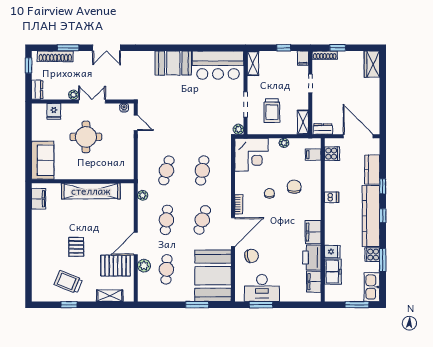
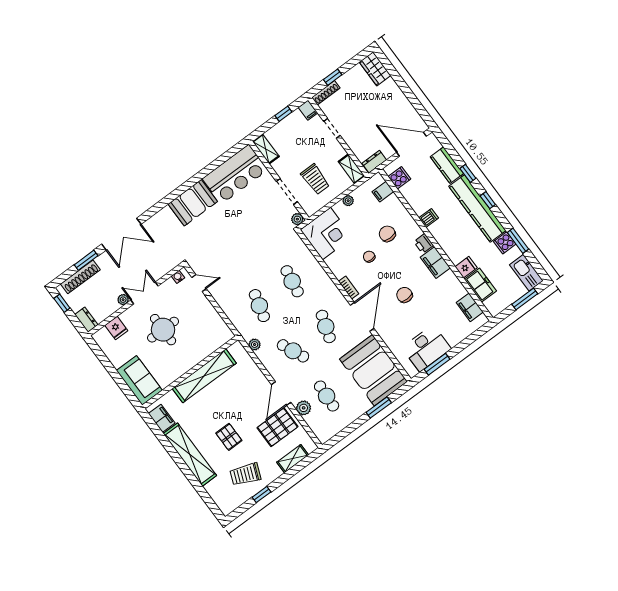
double door: (107, 48) -> (121, 234), width x1.37
cafe table: (166, 220) -> (293, 351), turned -30
shelving: (39, 239) -> (190, 455), added
chair: (252, 256) -> (404, 295), moved, turned -78
printer: (312, 258) -> (424, 243), moved, width x0.53, depth x0.68

